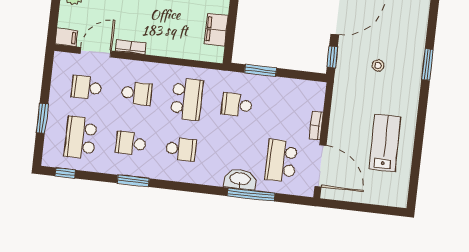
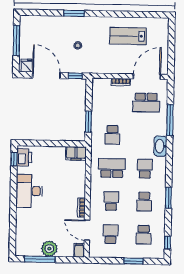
filing cabinet: (216, 30) -> (76, 153), moved
school desk: (86, 87) -> (111, 234), turned 180
school desk: (81, 138) -> (144, 235), width x0.54
washbasin: (240, 179) -> (160, 146), moved

